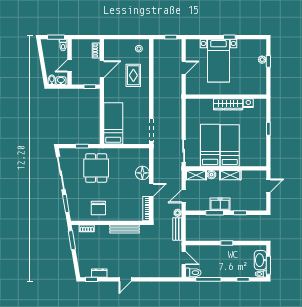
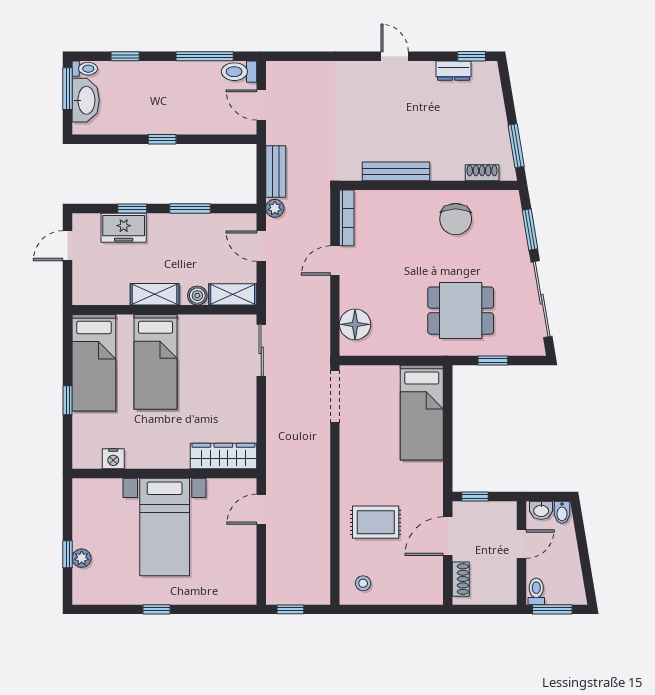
bed with nightstands: (218, 61) -> (165, 527), moved, turned 180
door: (184, 68) -> (261, 509), moved
rug: (133, 75) -> (376, 522), turned 90
wardrobe: (228, 104) -> (223, 456), moved
bed: (210, 145) -> (94, 363), moved
dining table: (96, 168) -> (461, 311), turned 90
floor lamp: (142, 173) -> (355, 324), moved
door: (268, 186) -> (68, 246), moved
door: (184, 196) -> (261, 246), swing flipped
freezer: (220, 204) -> (124, 228), moved
chair: (98, 208) -> (456, 219), turned 180
door: (125, 279) -> (395, 56), hinge flipped

